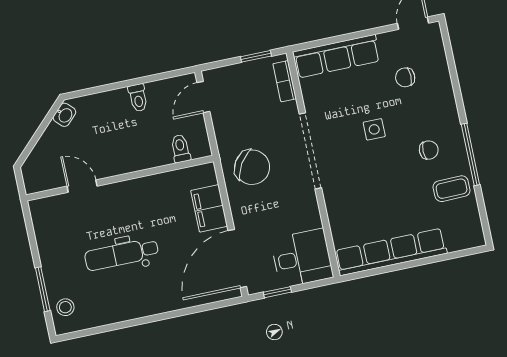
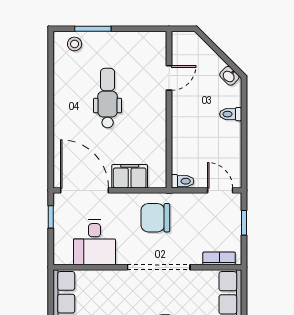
window: (256, 56) -> (244, 223), moved
toilet: (138, 98) -> (231, 114), moved
toilet: (181, 149) -> (183, 181), moved
chair: (252, 167) -> (155, 218), turned 58
desk: (302, 258) -> (94, 242), moved

